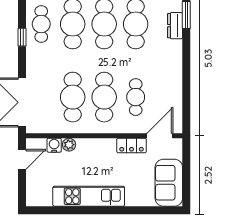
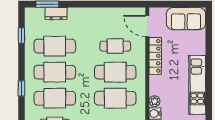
locker: (132, 146) -> (155, 56), width x1.53

